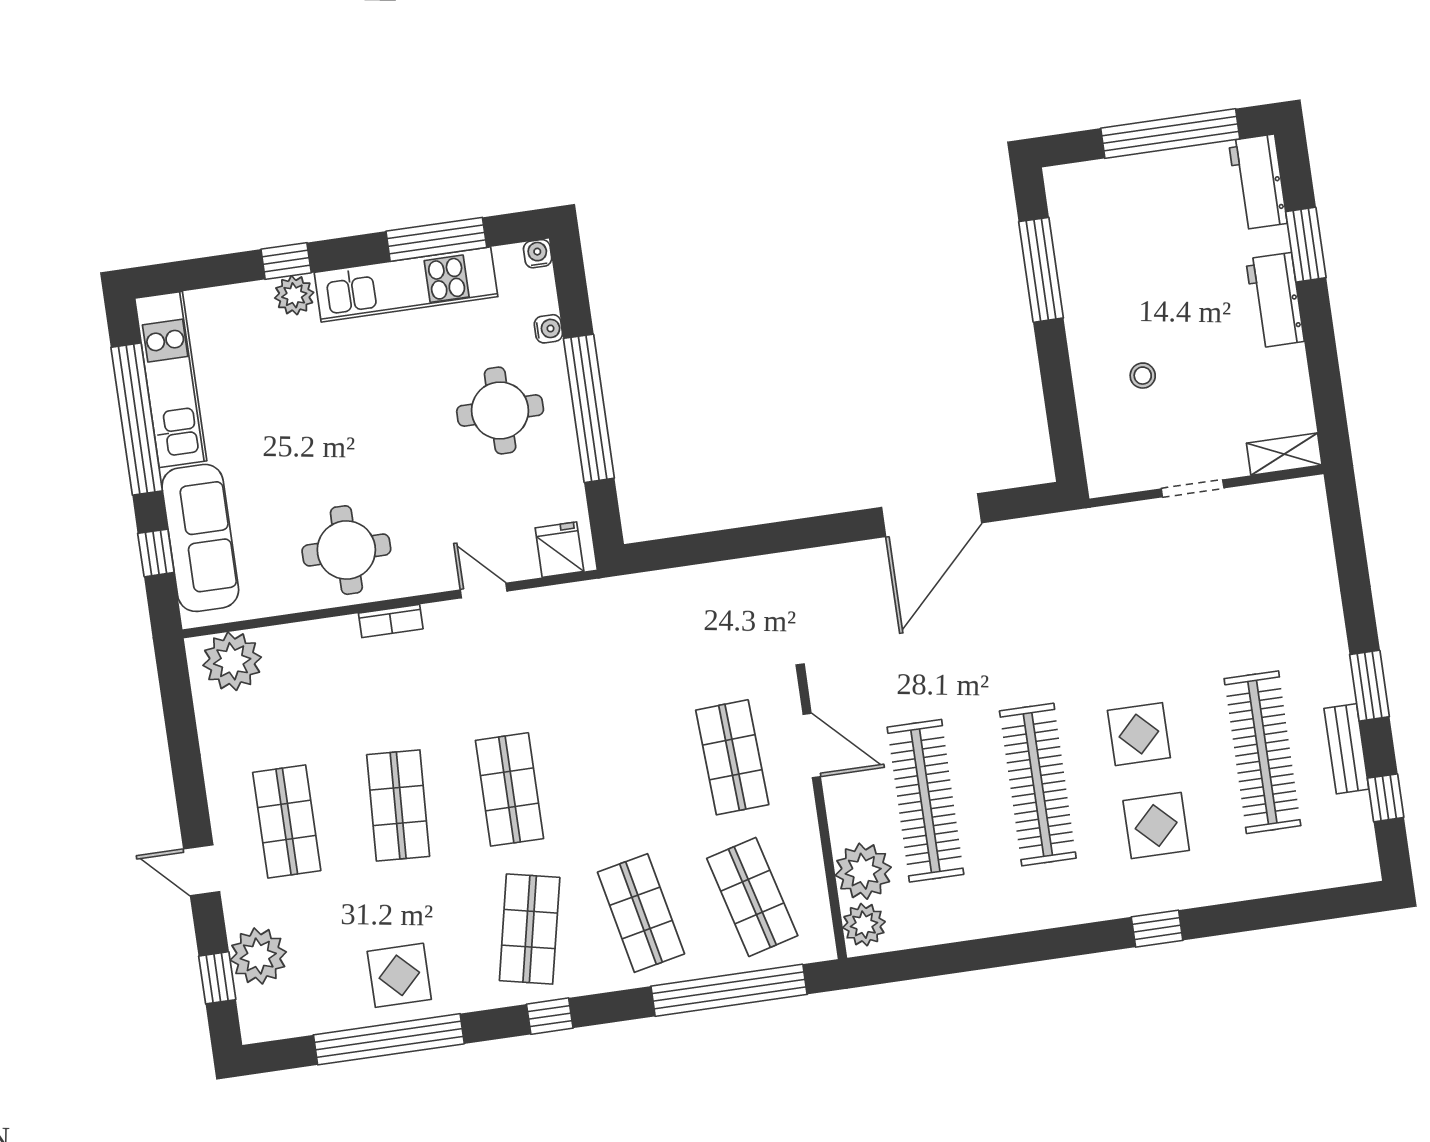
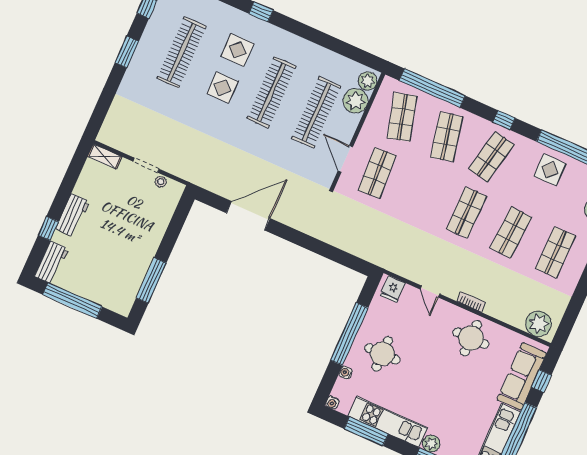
window: (1306, 245) -> (48, 228), width x0.67
stool: (1143, 376) -> (161, 182), moved
bench: (1346, 749) -> (150, 34), removed

